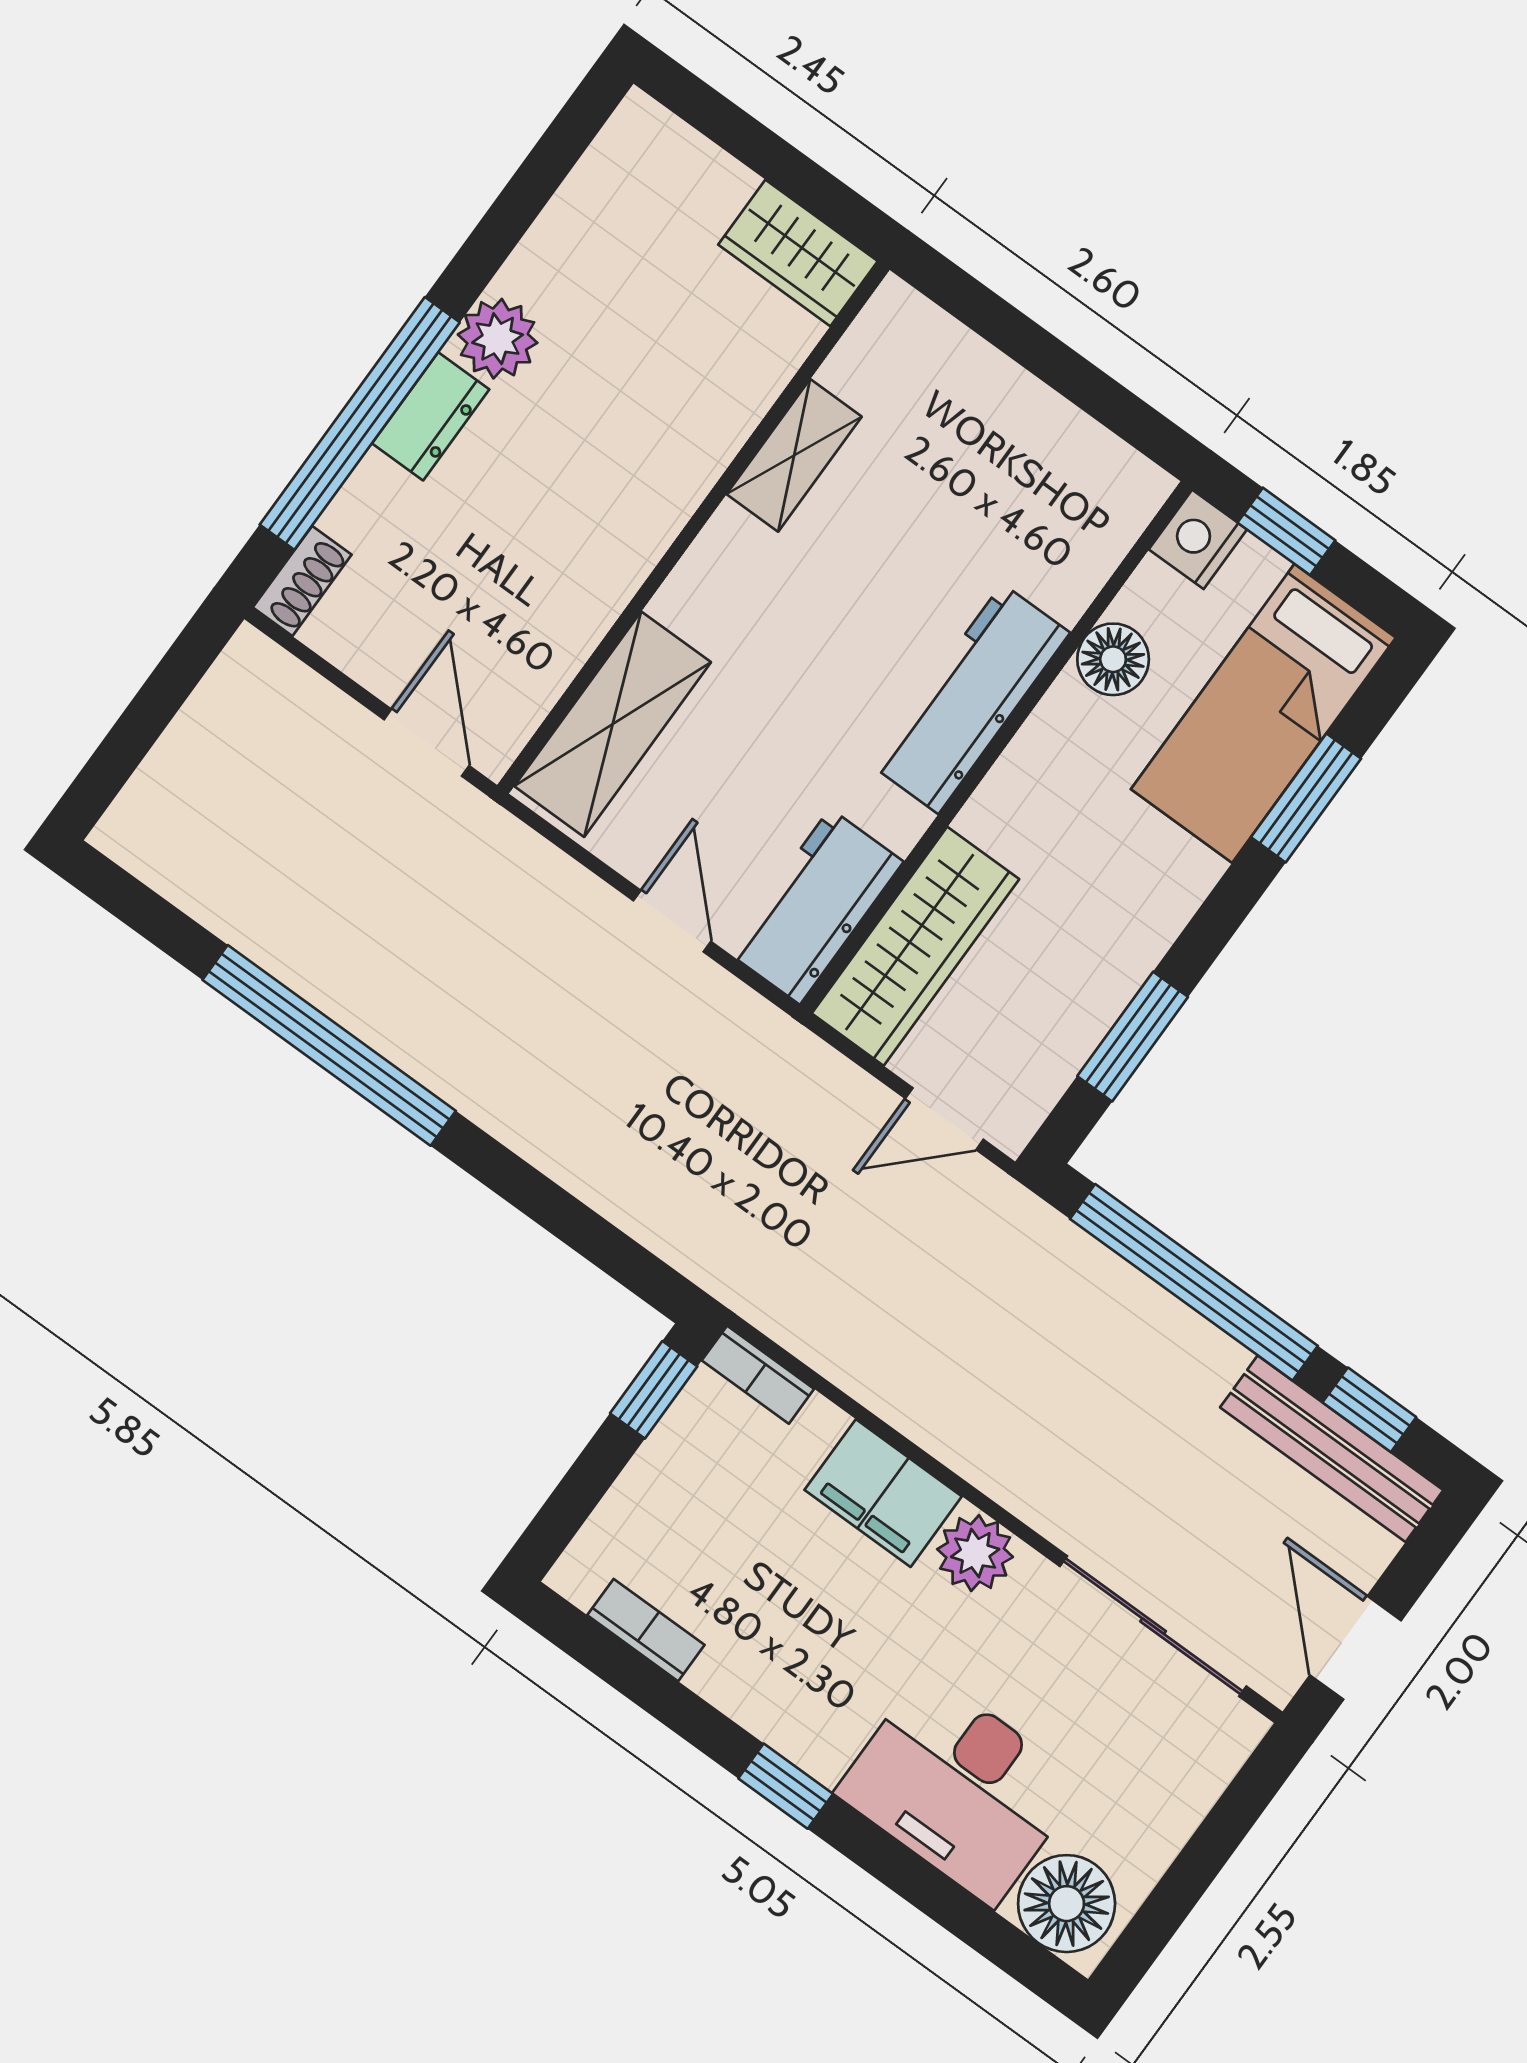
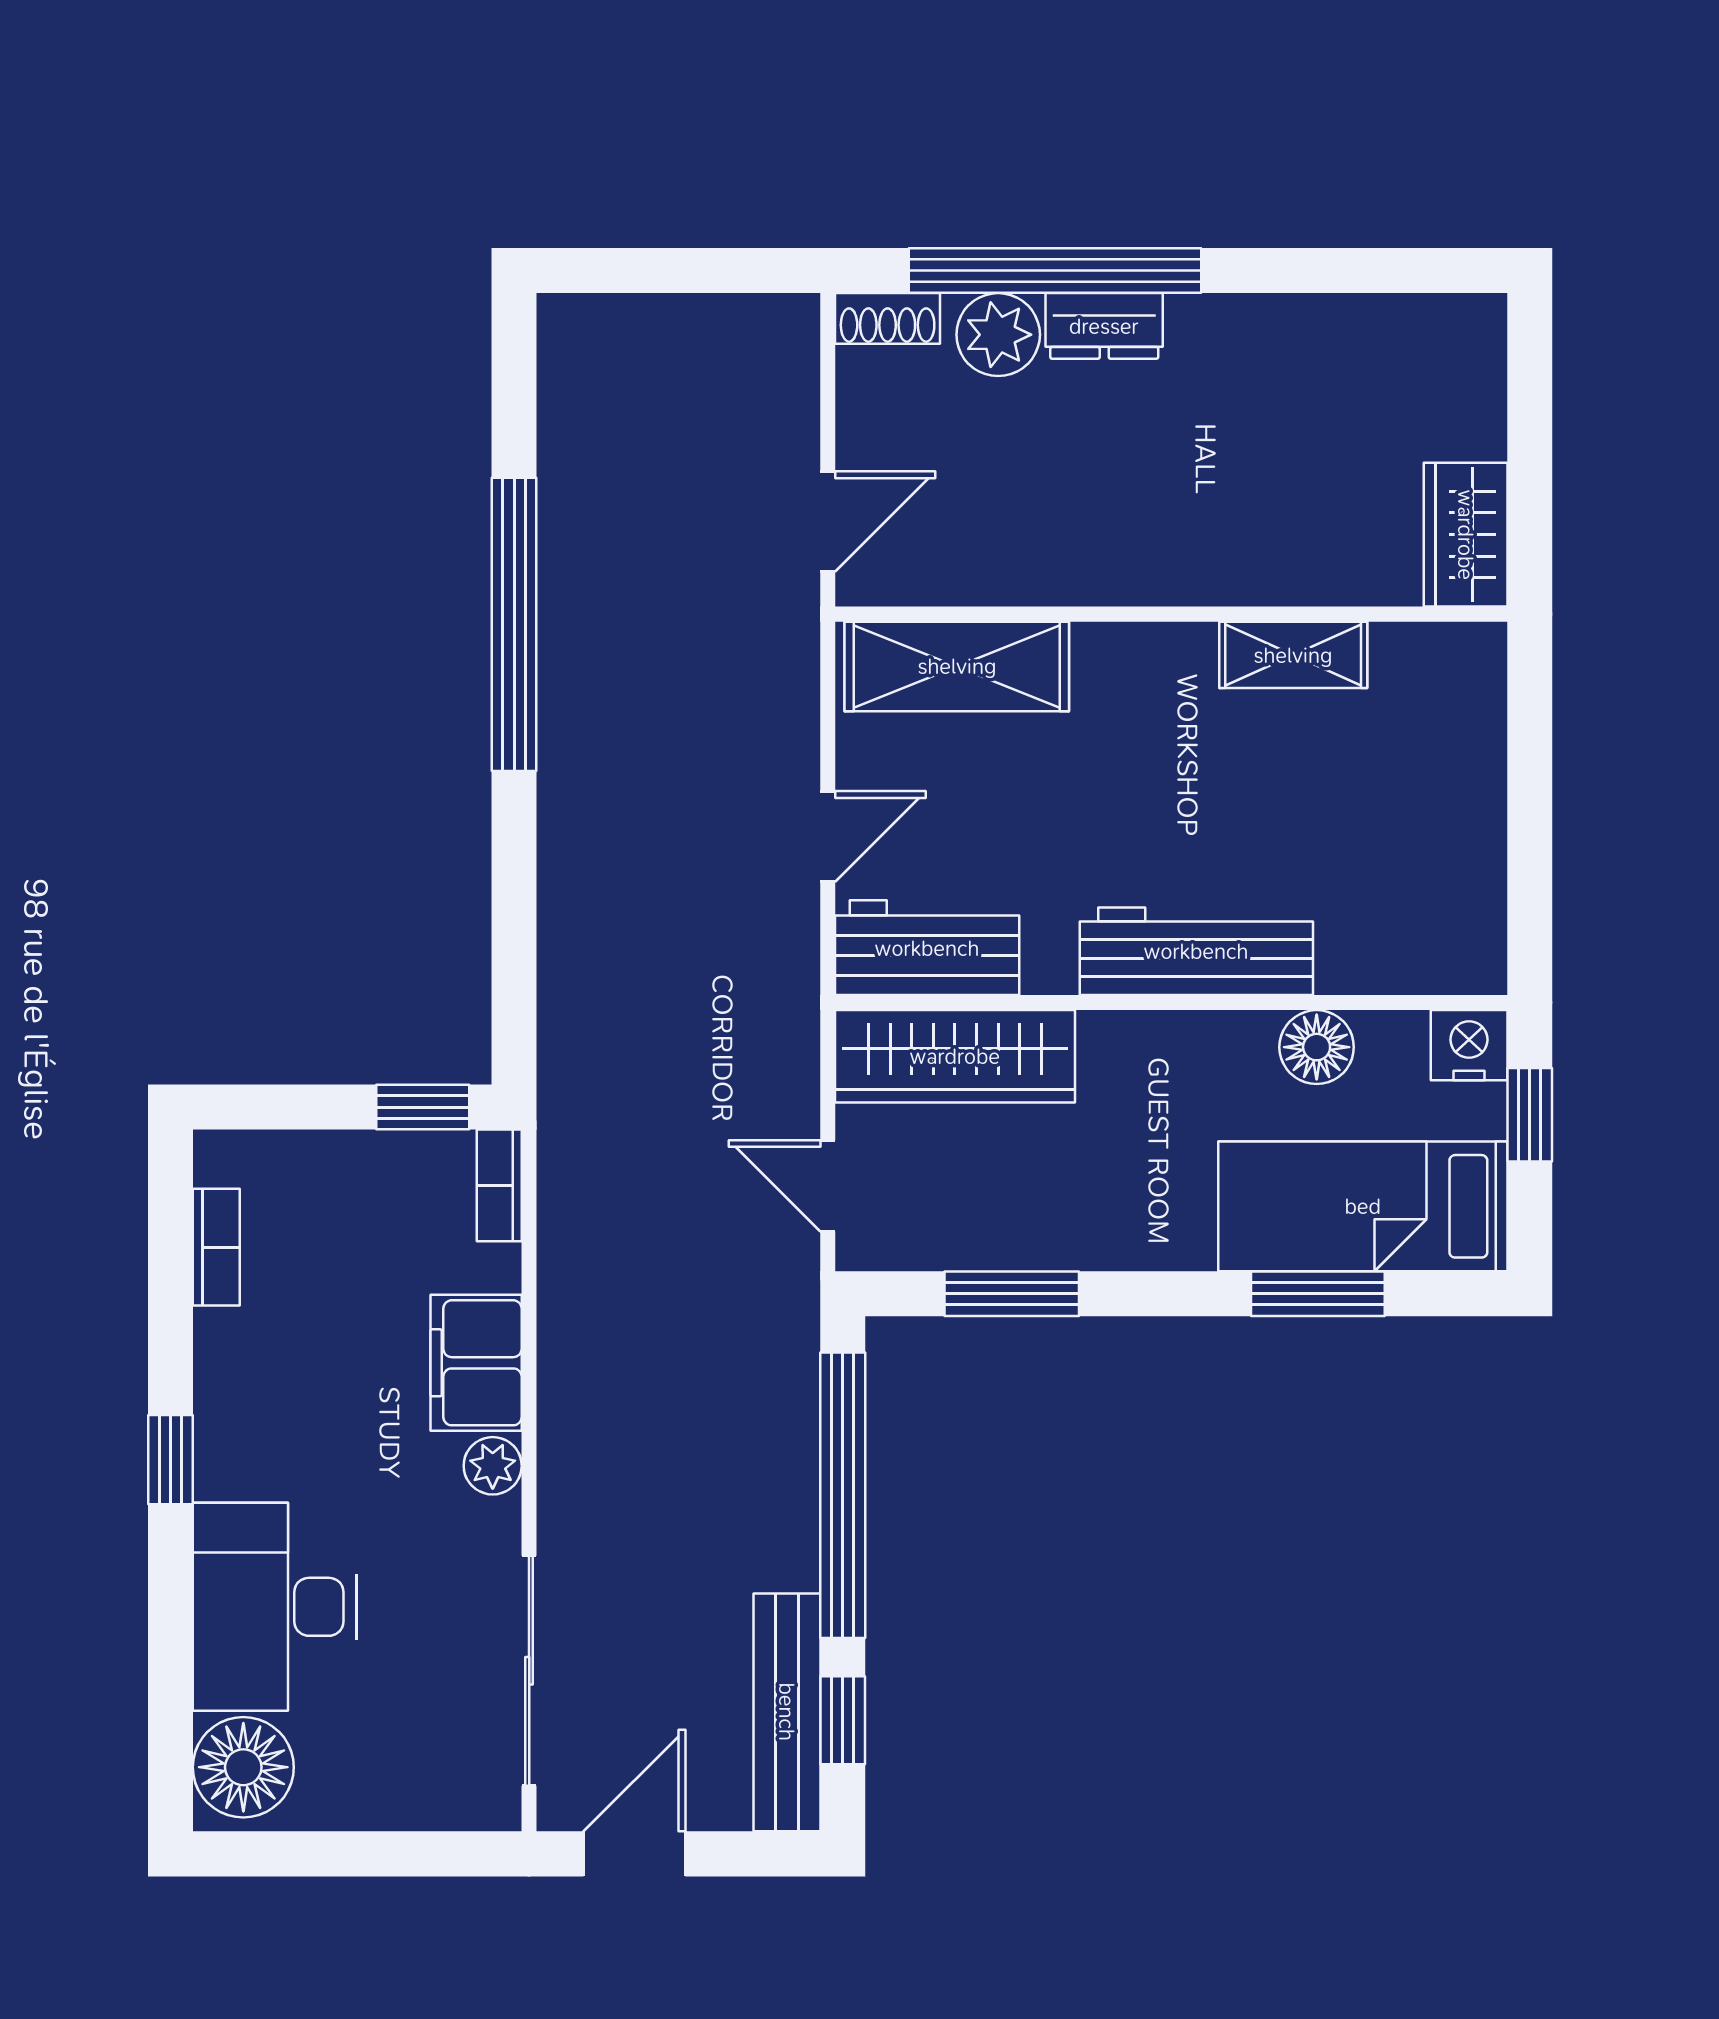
plant: (498, 339) -> (998, 335), moved
plant: (975, 1553) -> (493, 1466), width x0.73, depth x0.73

